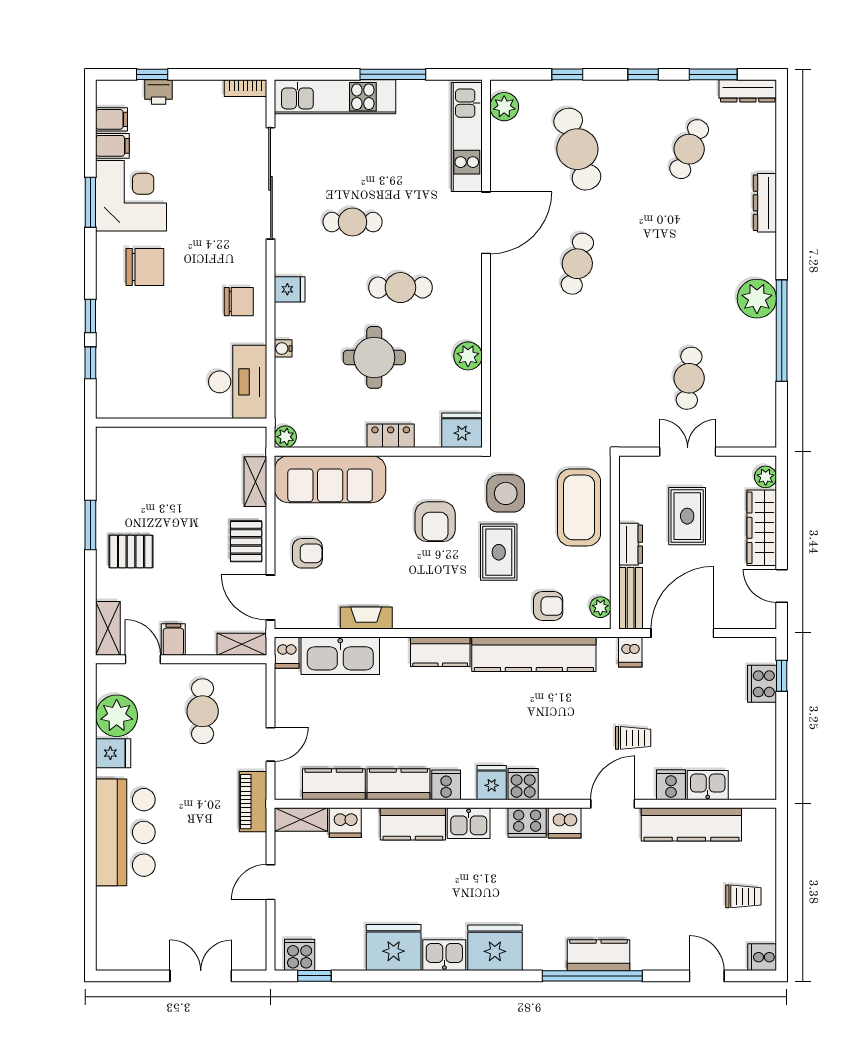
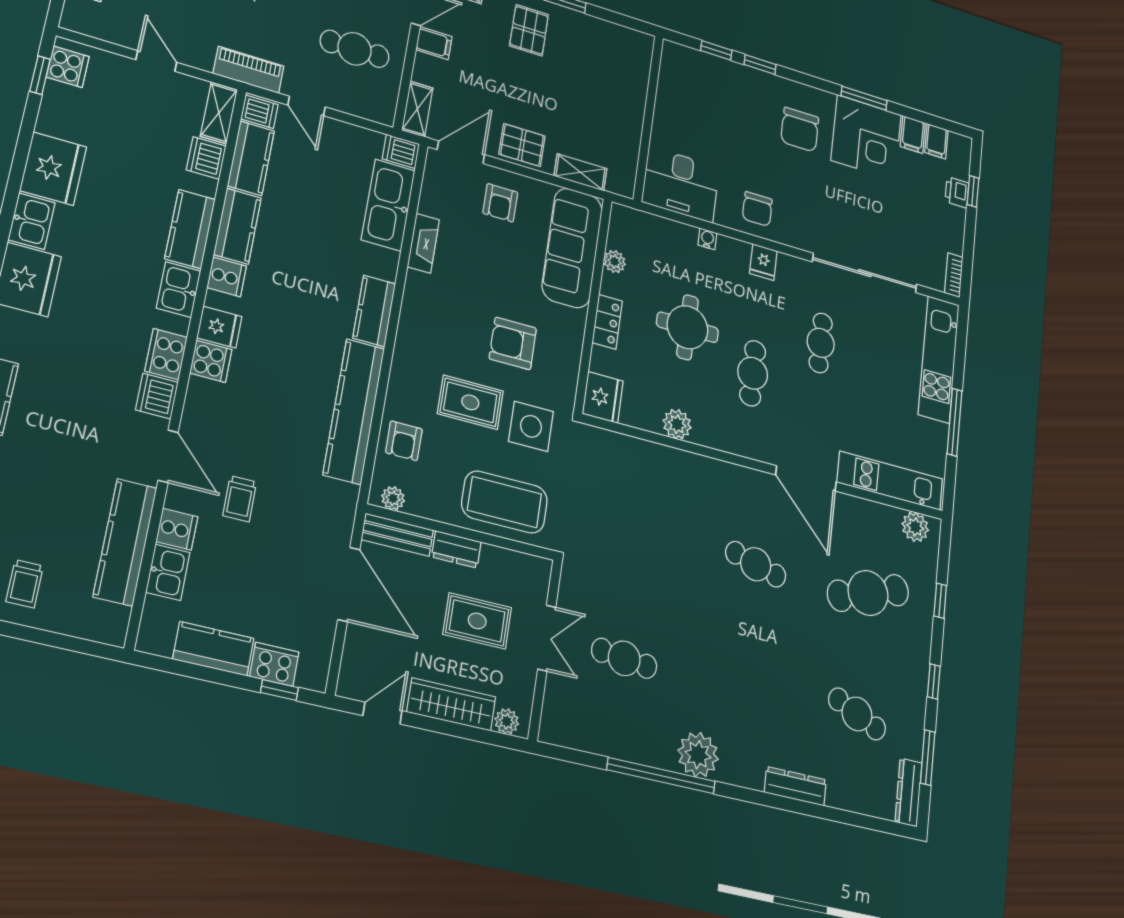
plant: (285, 437) -> (615, 262), moved
dishwasher: (630, 652) -> (259, 112), moved, turned 180
kitchen counter: (761, 736) -> (213, 649), added

